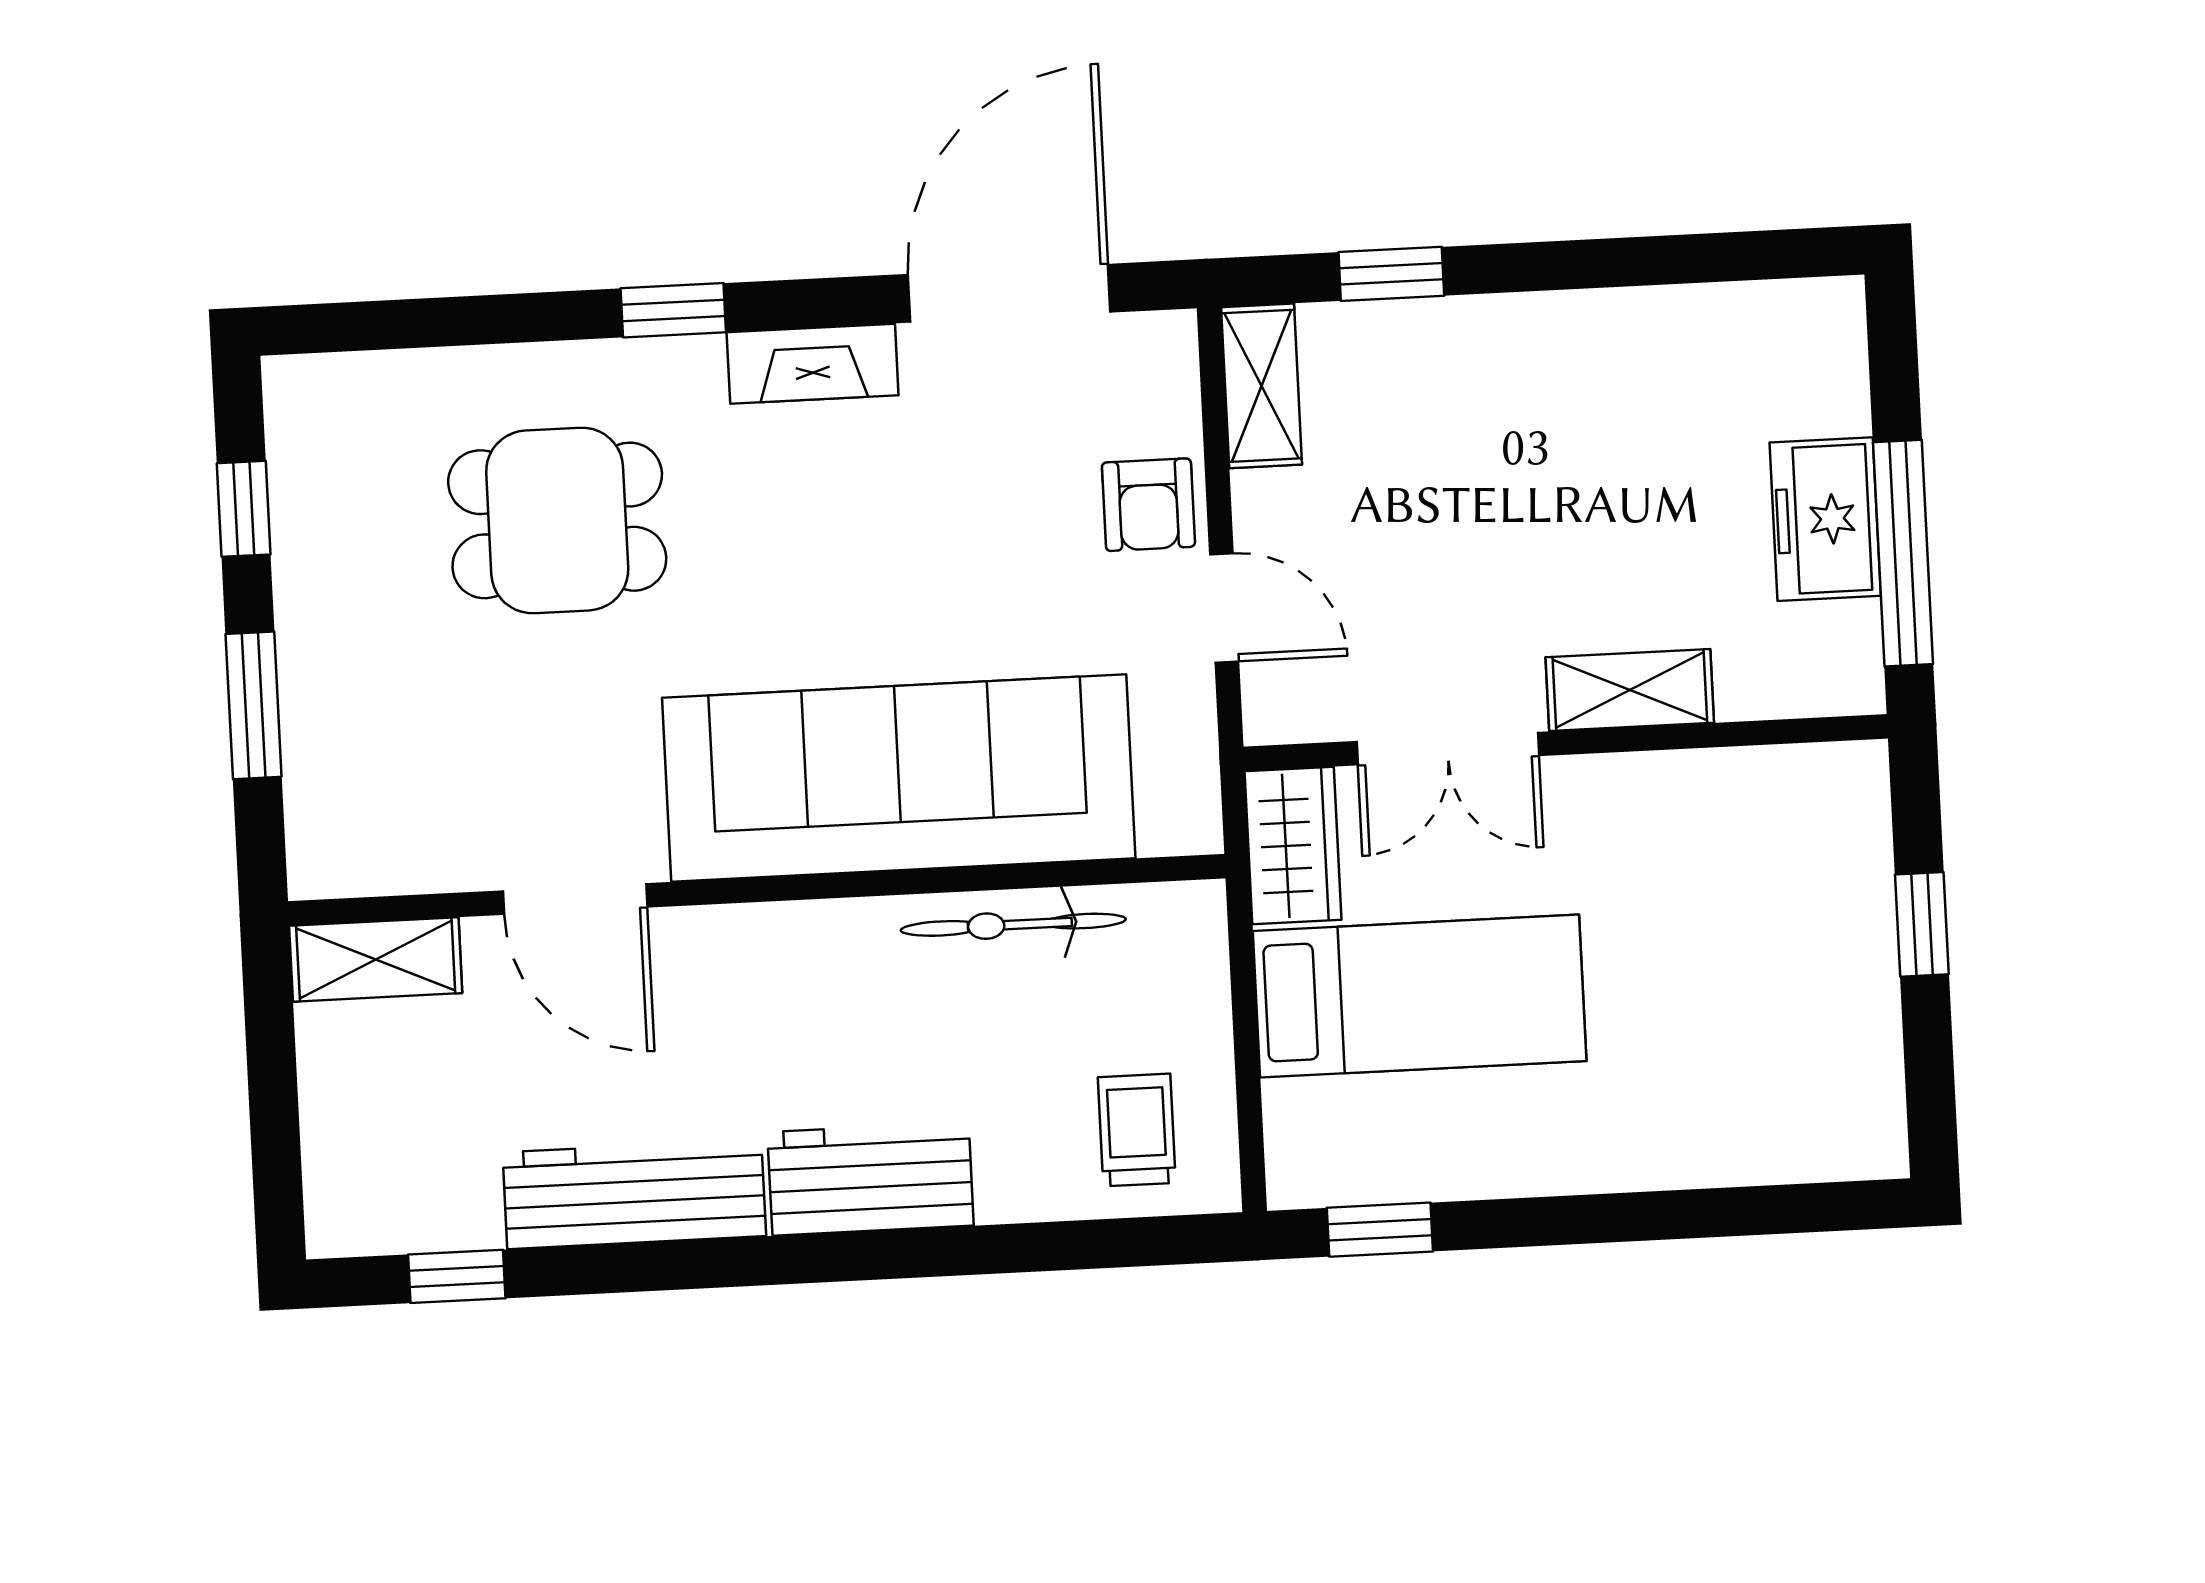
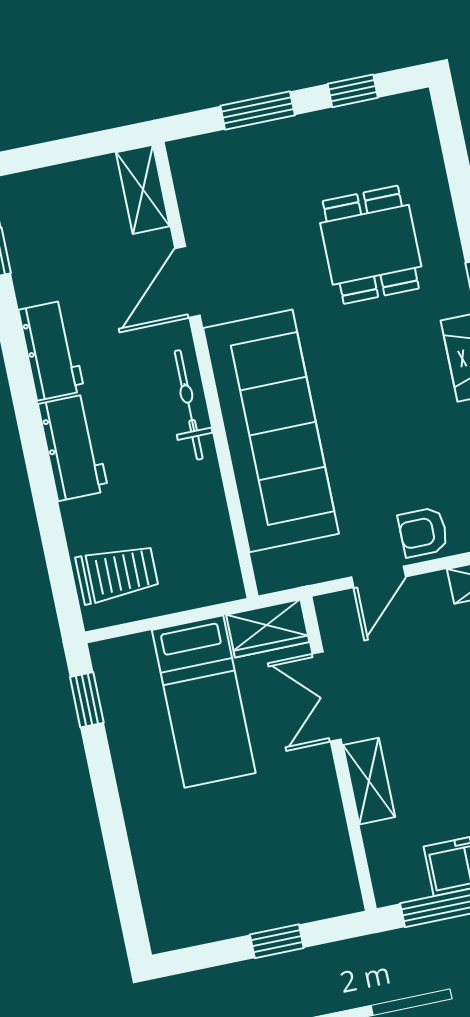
bicycle: (1013, 925) -> (189, 405), moved
trolley: (1137, 1130) -> (117, 574), width x1.36, depth x1.39
workbench: (634, 1194) -> (51, 350), width x0.73

